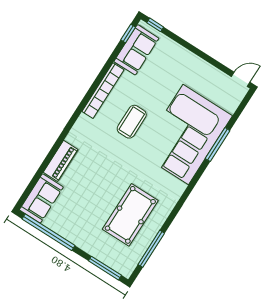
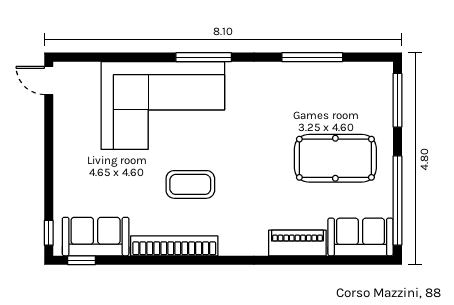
window: (218, 145) -> (204, 57), moved
pool table: (130, 215) -> (335, 158), moved
window: (151, 249) -> (312, 57), moved

